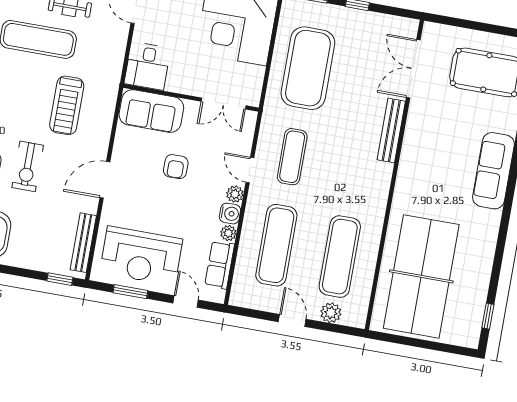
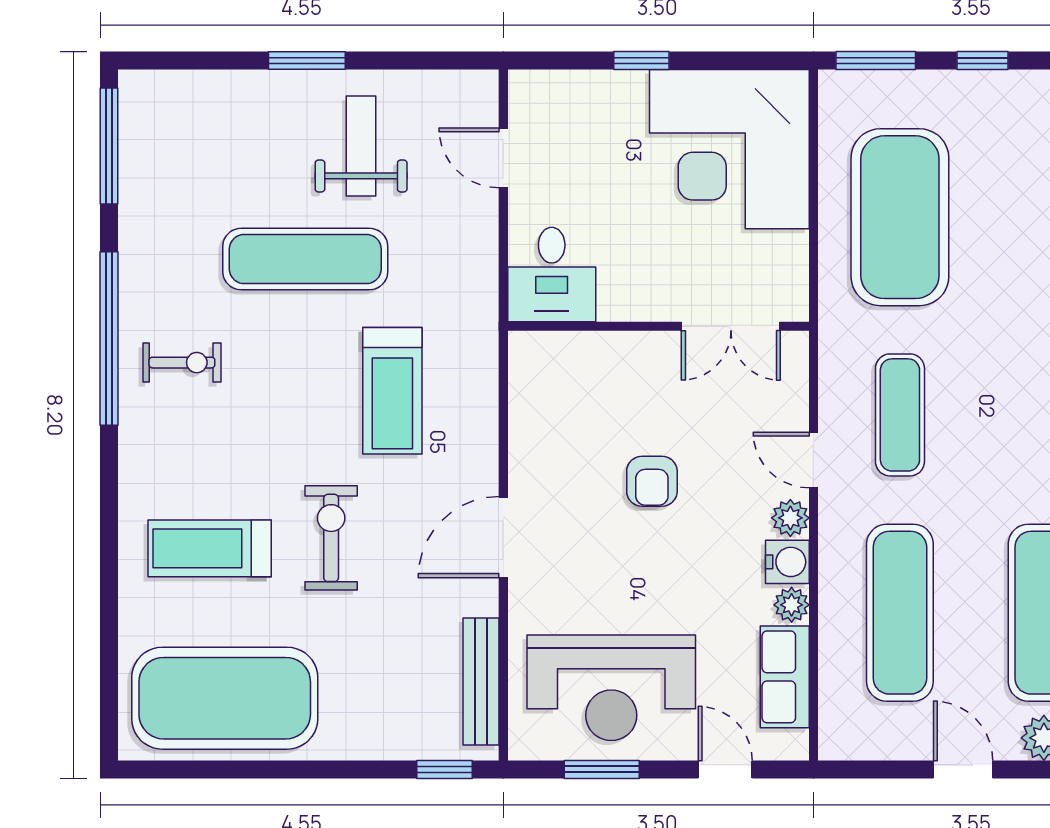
sofa: (151, 111) -> (578, 370), removed
exercise bike: (28, 166) -> (331, 538), turned 180

